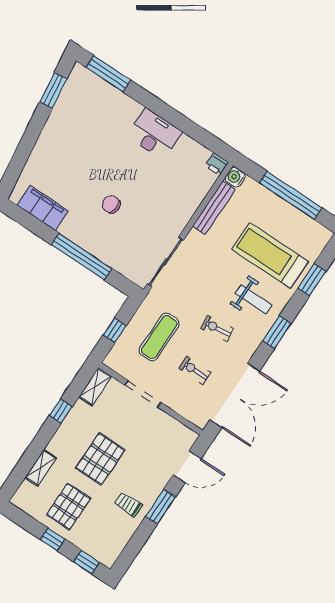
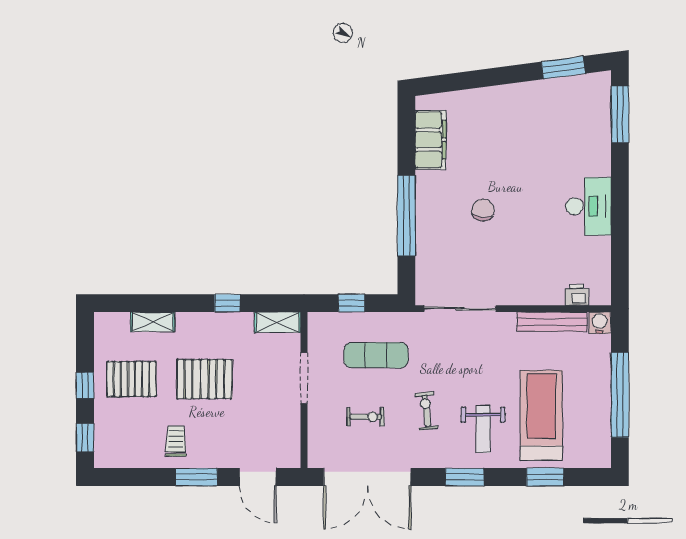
printer: (217, 164) -> (577, 295), moved, turned 90
exercise bike: (195, 370) -> (366, 417), turned 90

